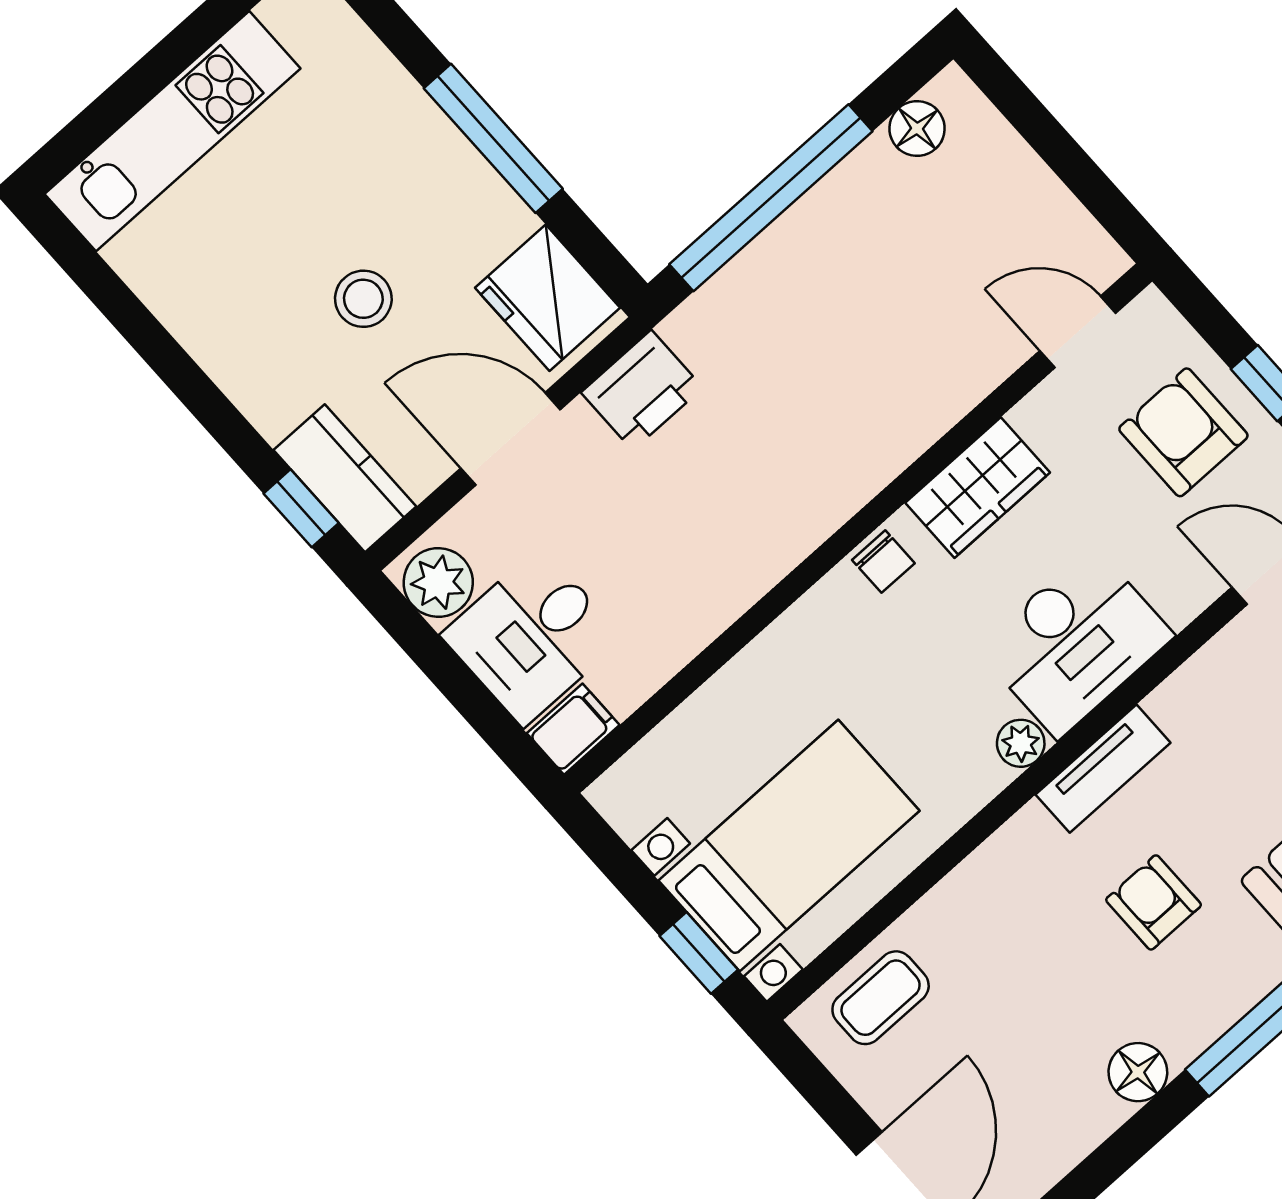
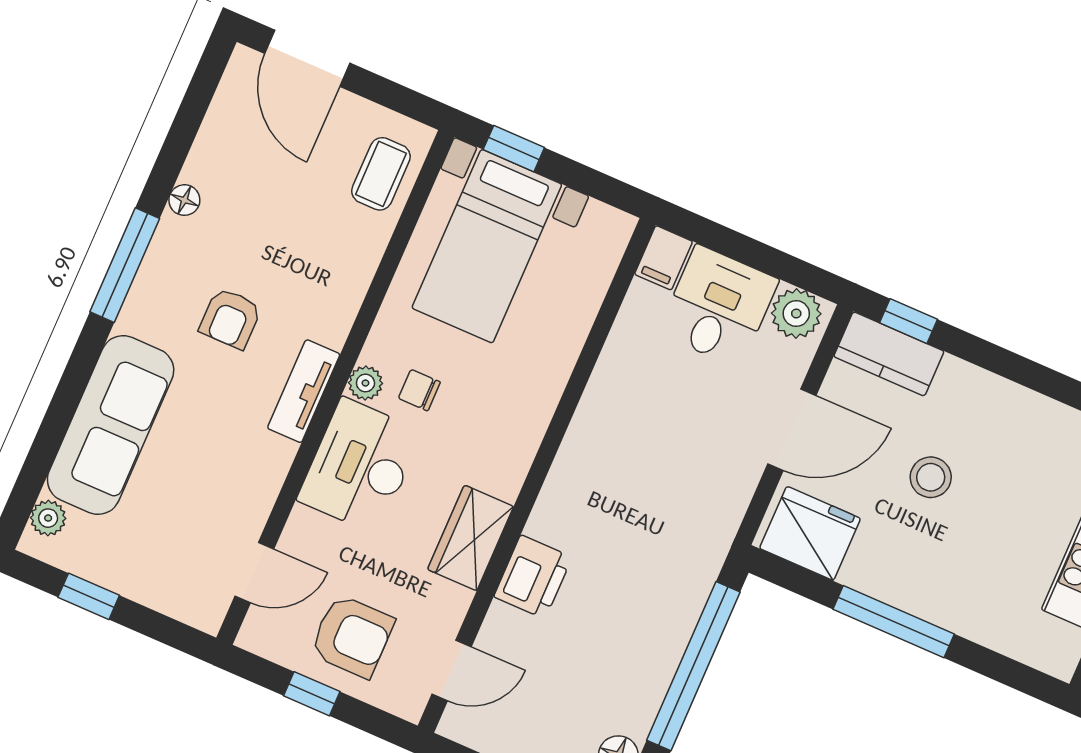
printer: (642, 390) -> (533, 577), moved, turned 180
chair: (883, 562) -> (419, 390), moved
armchair: (1154, 902) -> (230, 318), turned 90
floor lamp: (1138, 1072) -> (184, 200), width x0.73, depth x0.73

